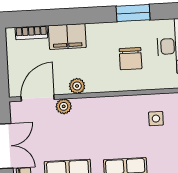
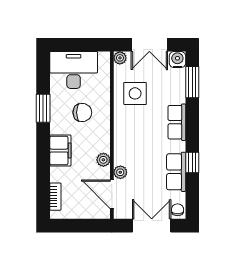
filing cabinet: (67, 36) -> (60, 151), moved
side table: (156, 119) -> (135, 93), width x1.87, depth x1.87

